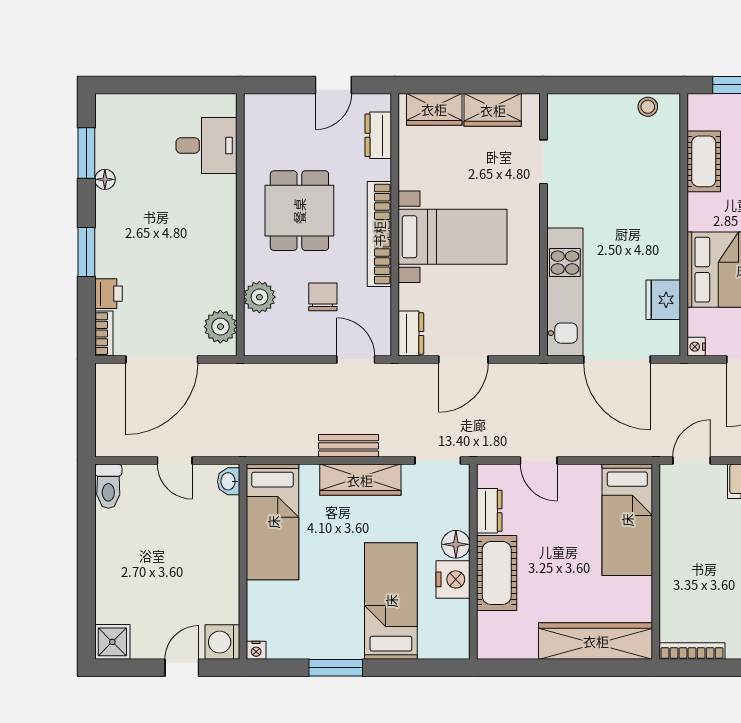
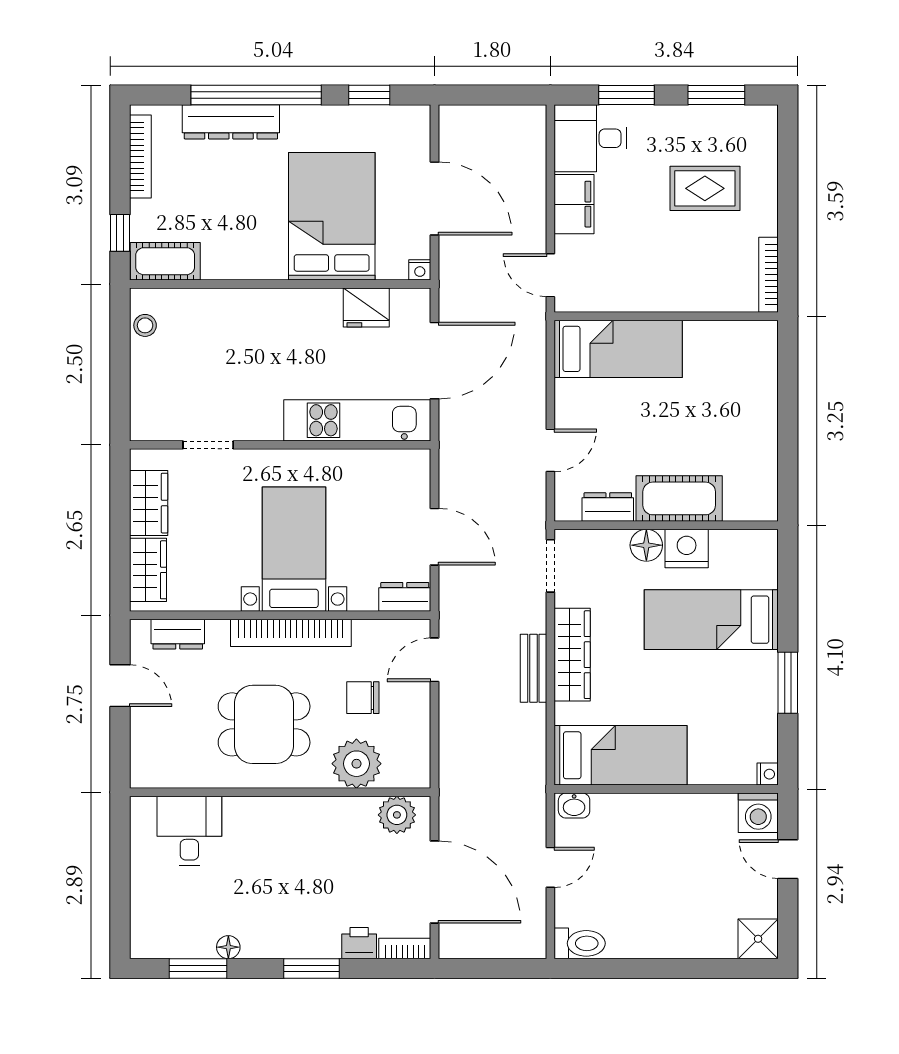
cot: (704, 161) -> (165, 261), moved
plant: (259, 297) -> (356, 764), width x1.36, depth x1.36
wardrobe: (596, 641) -> (757, 385), removed

